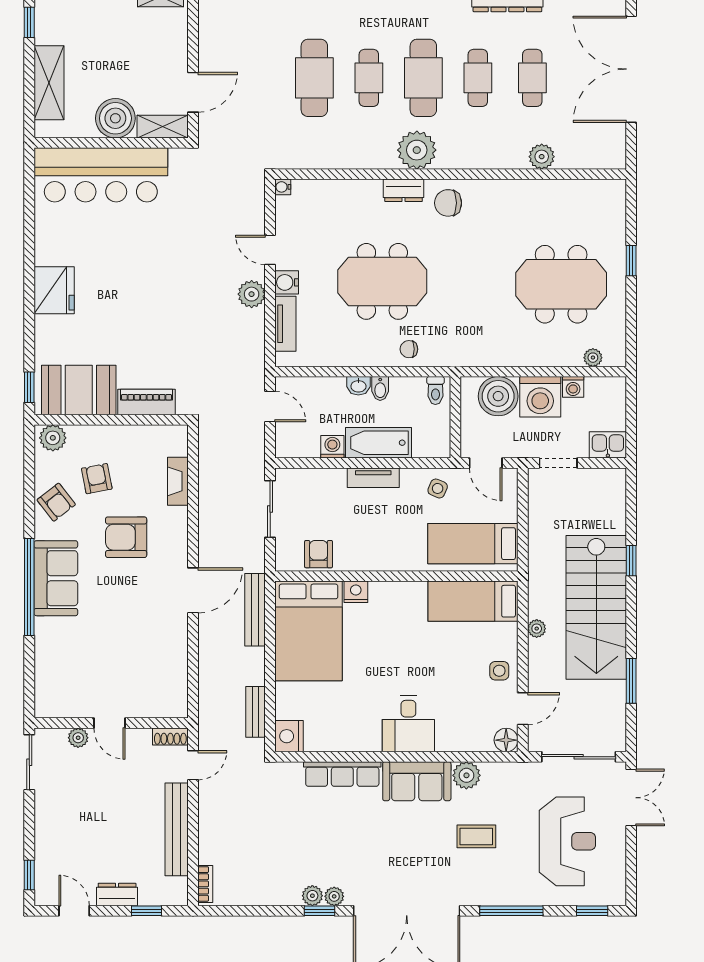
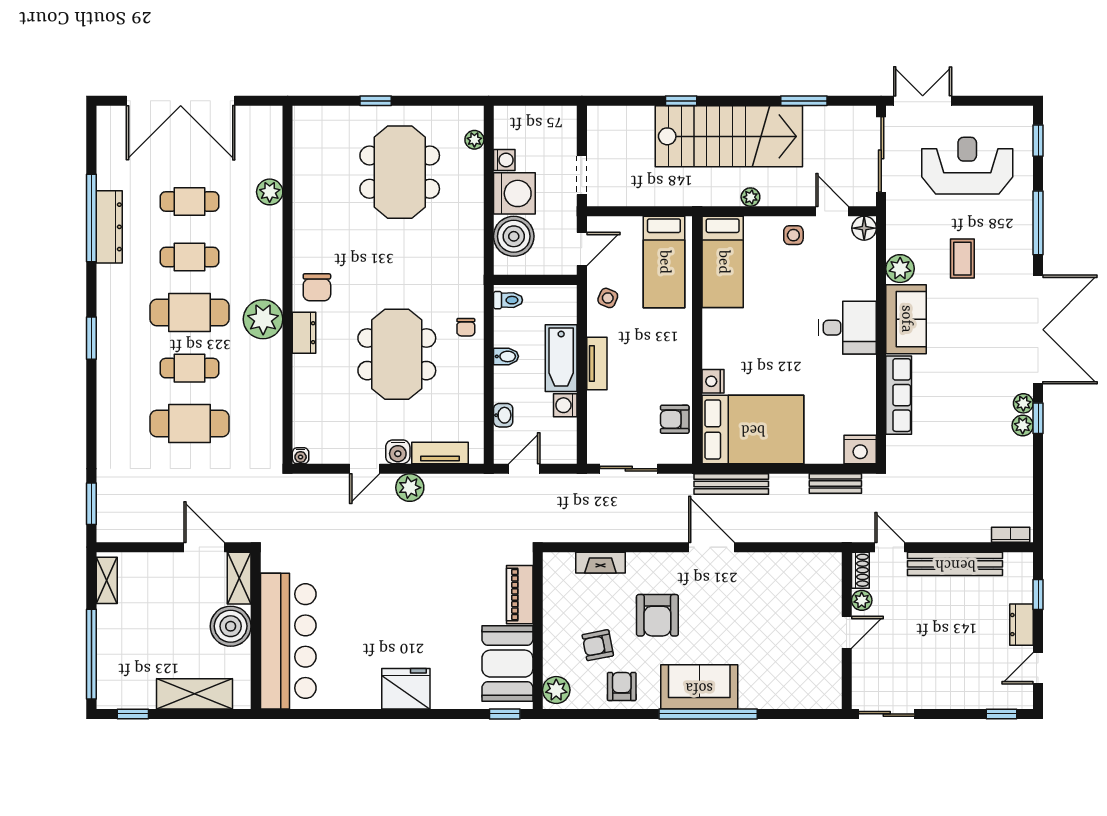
washbasin: (358, 386) -> (503, 415), moved
kitchen sink: (608, 445) -> (563, 125), removed
armchair: (56, 502) -> (622, 687), turned -52
plant: (78, 738) -> (862, 600), moved

